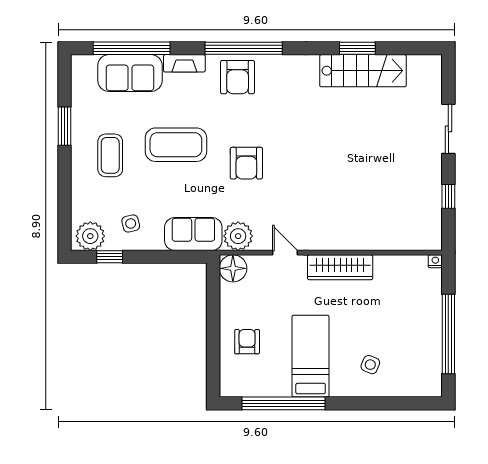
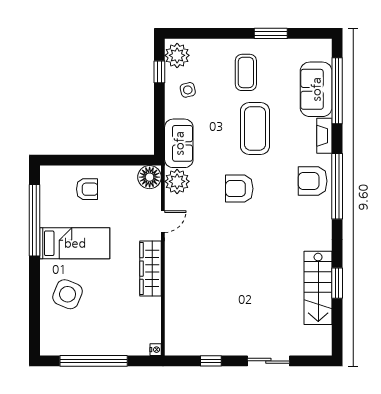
coffee table: (110, 155) -> (246, 72), turned 90
side table: (370, 365) -> (68, 294), width x1.87, depth x1.87

